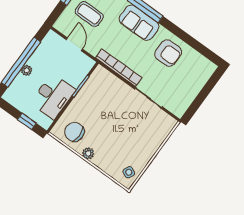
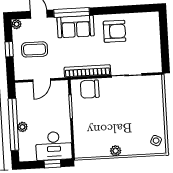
door: (74, 44) -> (42, 80), swing flipped
desk: (53, 96) -> (54, 146), moved, turned 90
chair: (74, 132) -> (90, 89), moved

